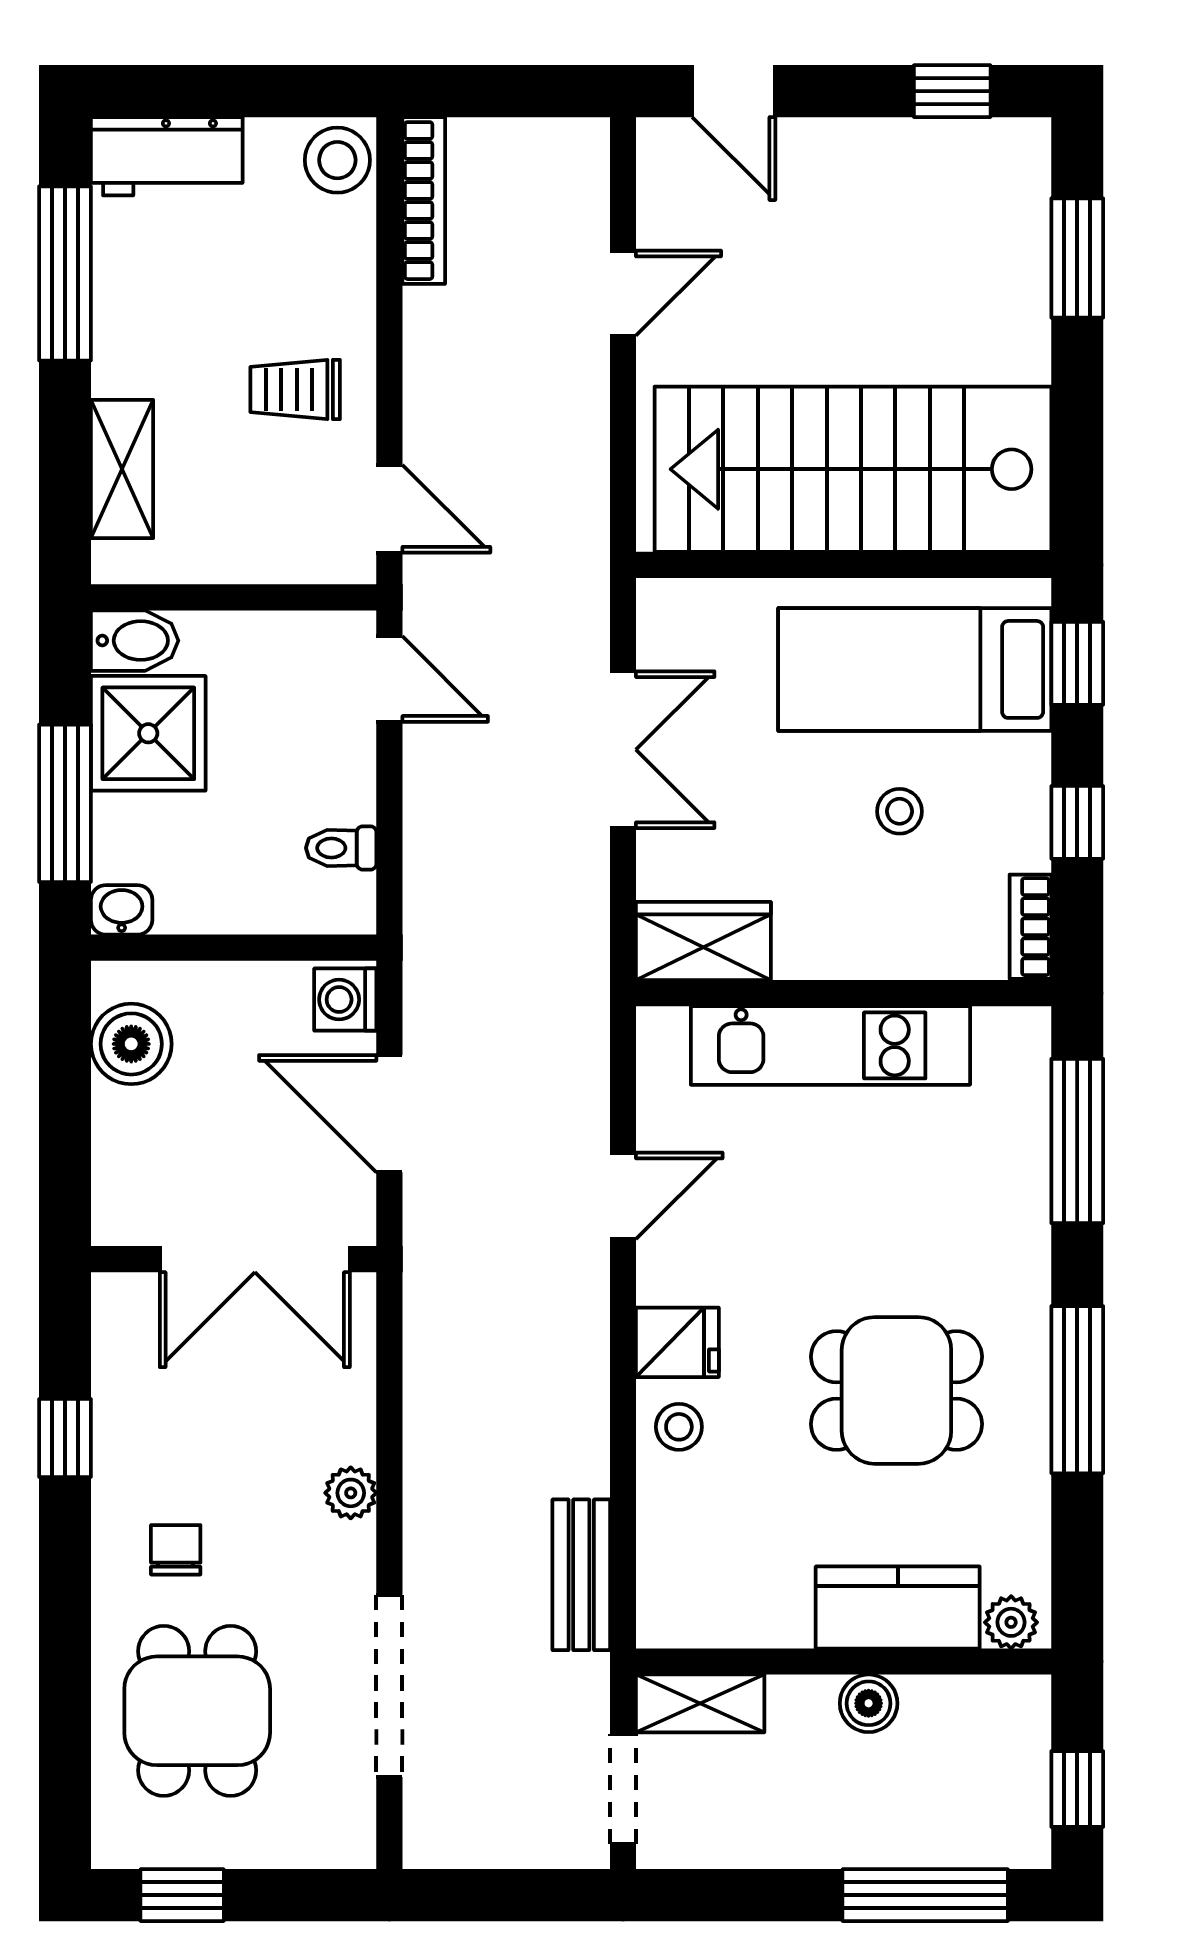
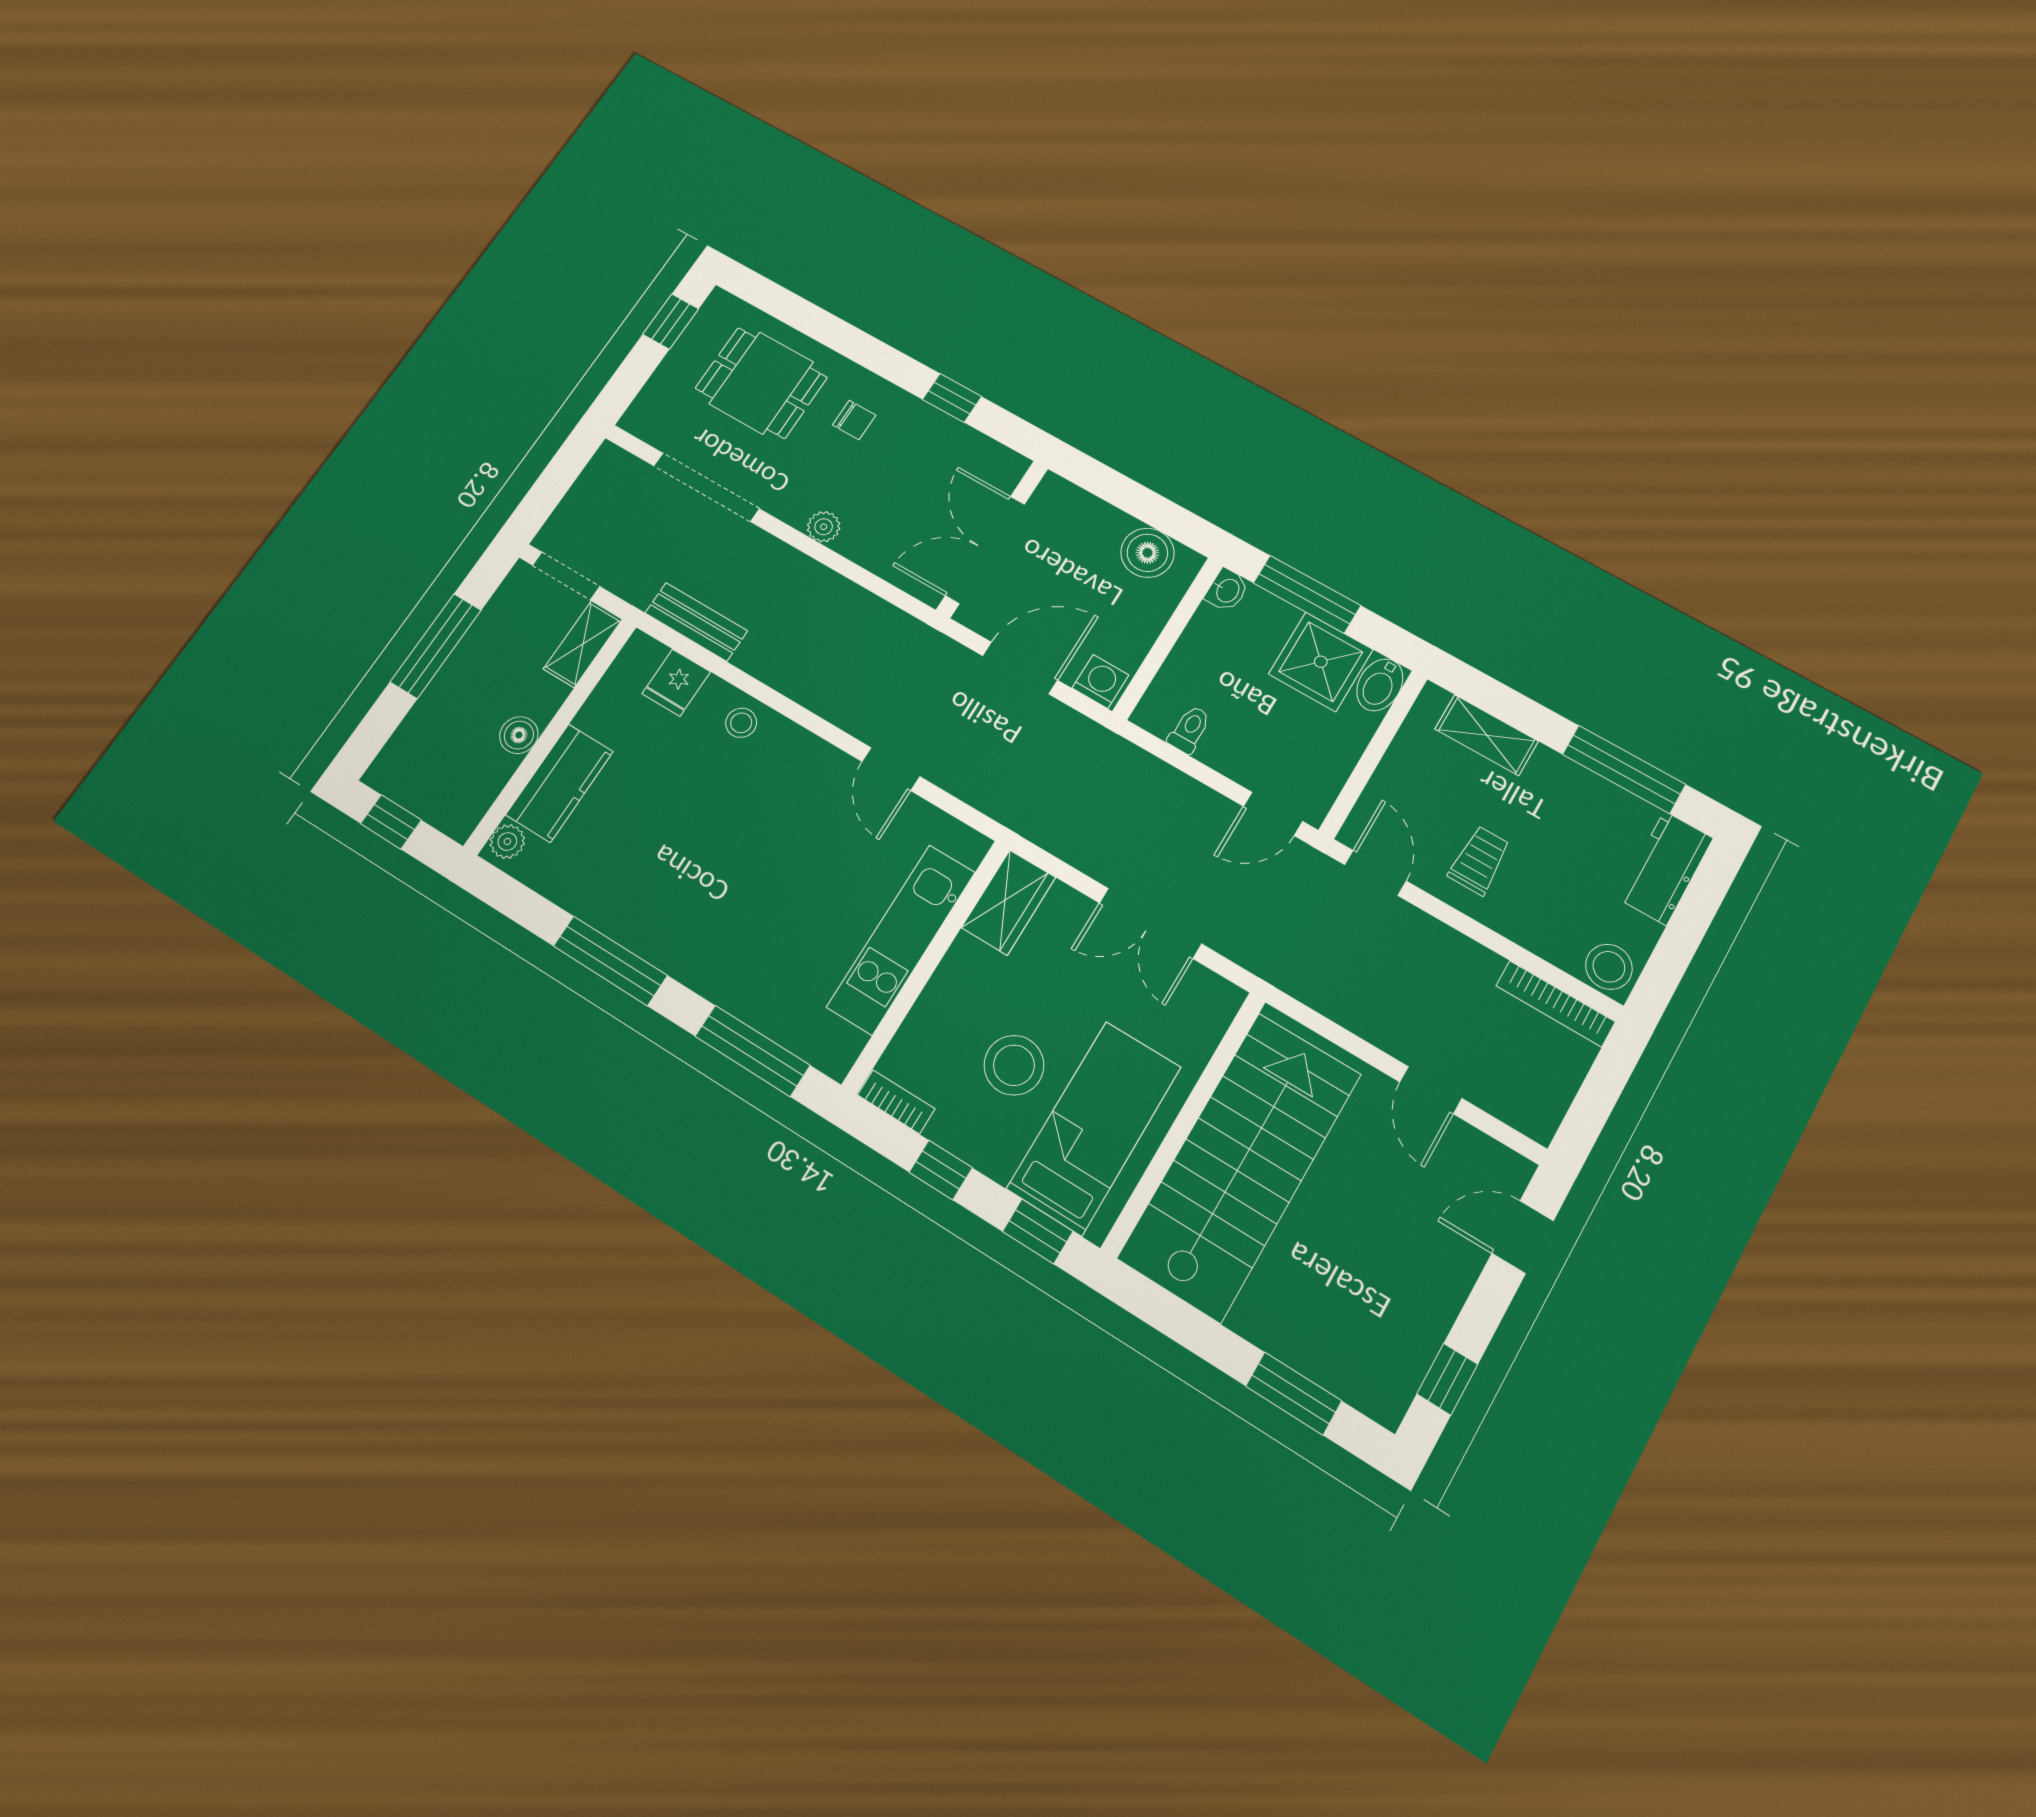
door: (389, 509) -> (1375, 873), swing flipped
stool: (900, 811) -> (1014, 1065), width x1.89, depth x1.89
fridge: (677, 1342) -> (676, 683), moved
dining table: (896, 1390) -> (680, 856), removed
window: (925, 1895) -> (436, 646), moved

